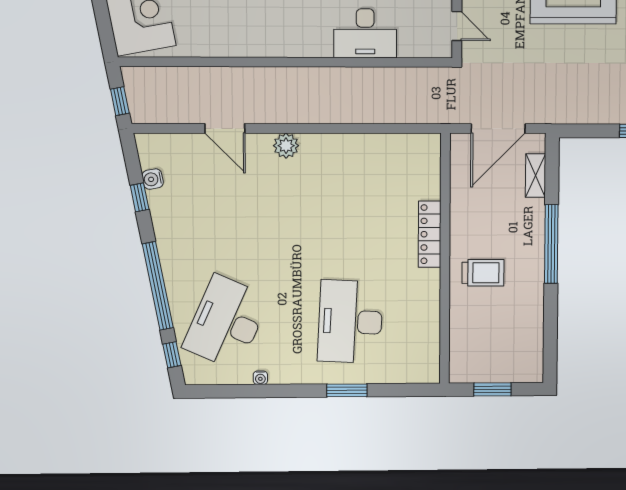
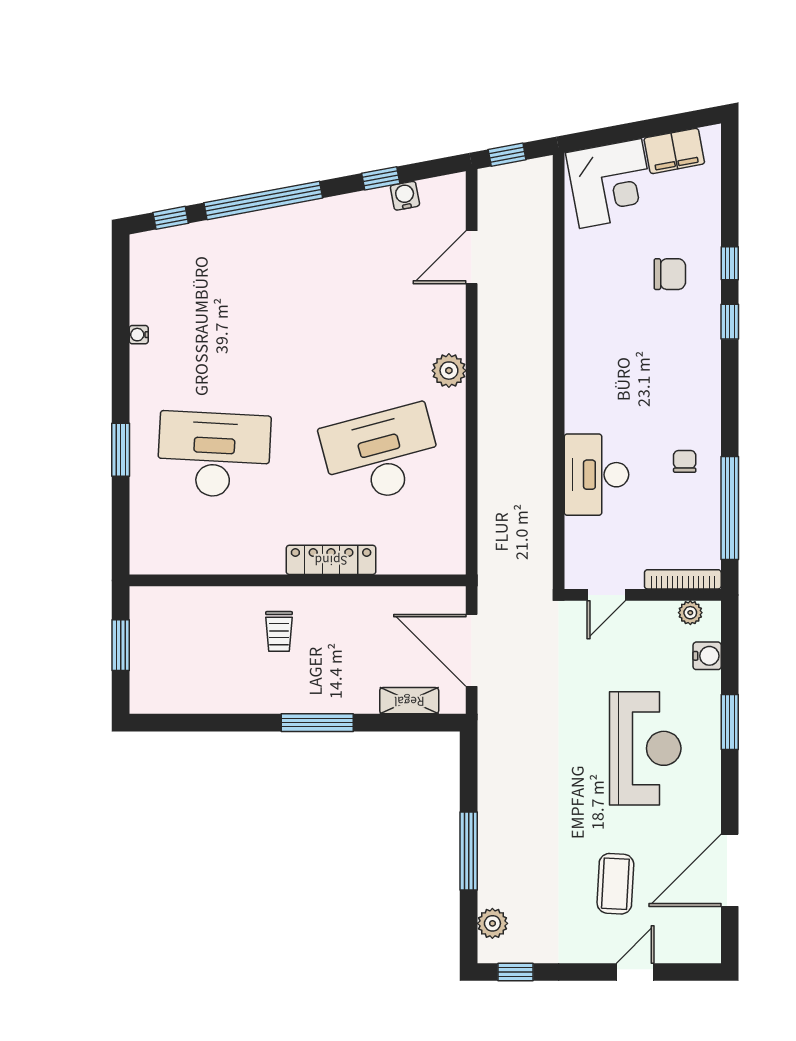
door: (225, 128) -> (472, 257), moved
window: (551, 244) -> (317, 723), width x0.68
trolley: (483, 273) -> (279, 631), width x0.73, depth x0.72
desk: (226, 322) -> (381, 455), moved, turned -39

